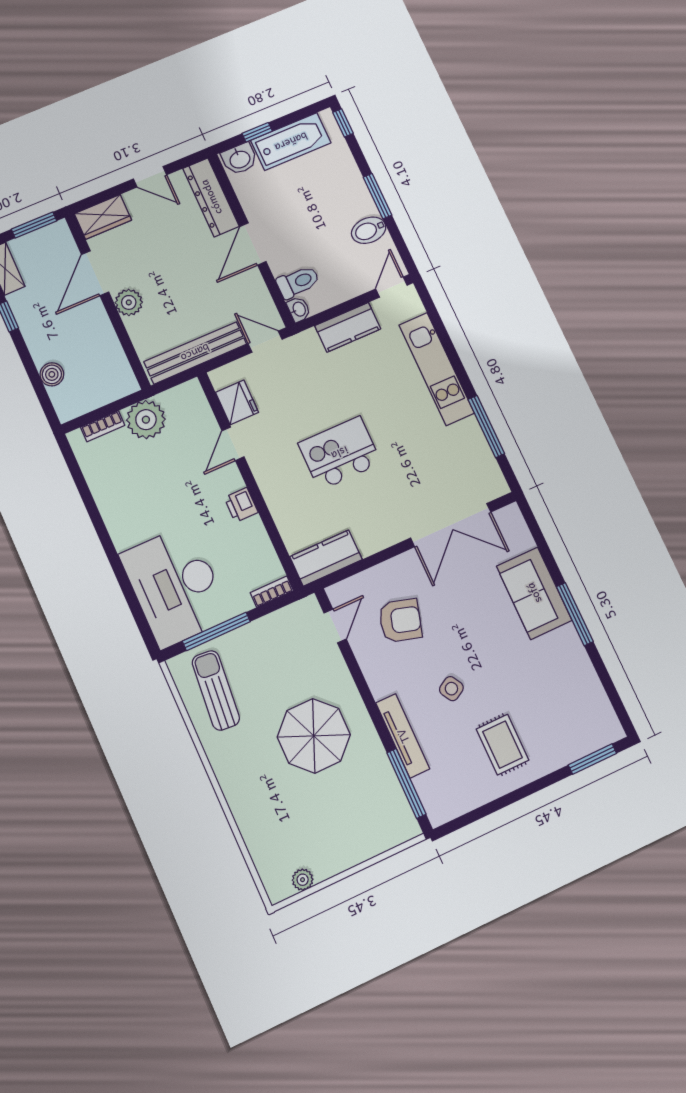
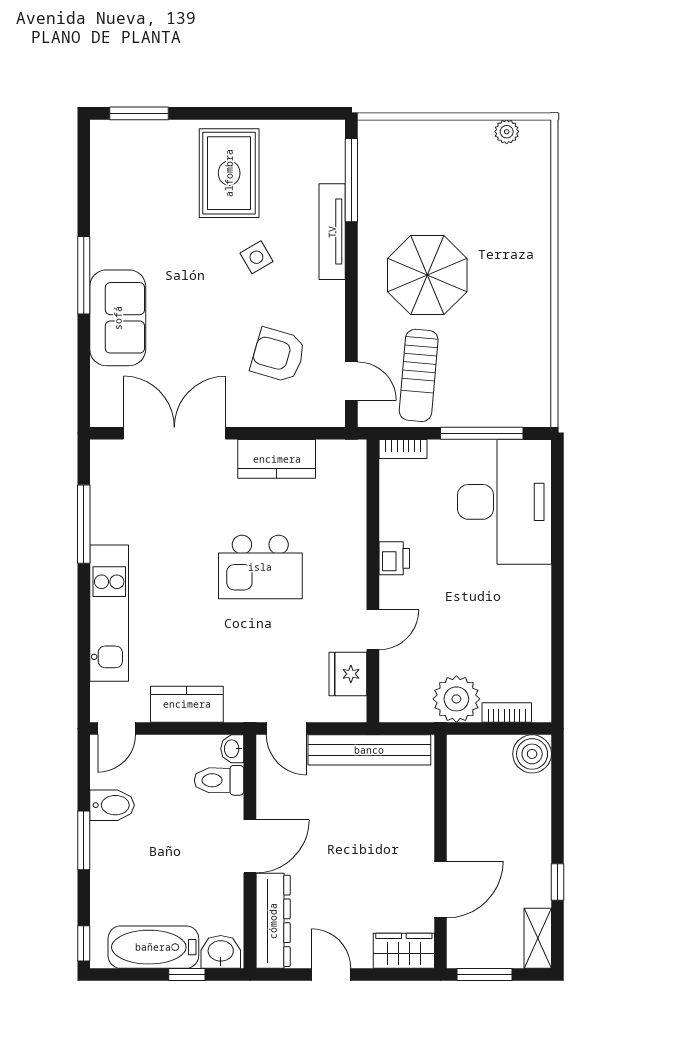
plant: (129, 302) -> (418, 840), removed
boiler: (52, 374) -> (532, 754), moved, width x1.36, depth x1.36
kitchen counter: (326, 558) -> (277, 459), moved
door: (335, 626) -> (351, 381), swing flipped
sun lounger: (216, 690) -> (419, 375), moved
rug: (502, 745) -> (229, 173), width x1.36, depth x1.43

